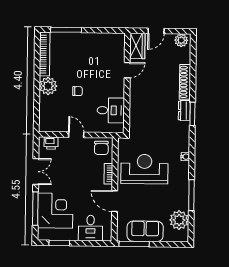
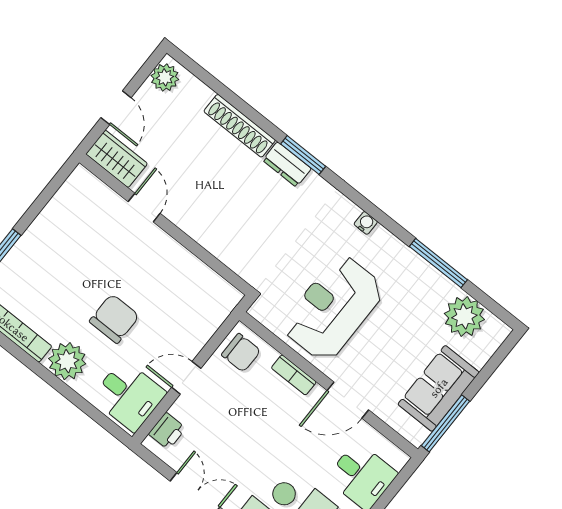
chair: (77, 91) -> (114, 319), width x1.87, depth x1.87
desk: (111, 110) -> (129, 395), moved, turned 90

